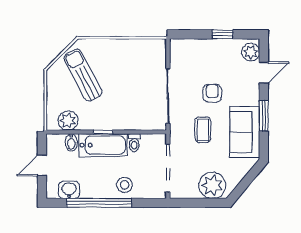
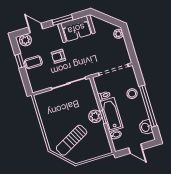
plant: (68, 121) -> (95, 116), moved
coffee table: (203, 130) -> (33, 62), moved
plant: (212, 185) -> (118, 34), width x0.53, depth x0.53

